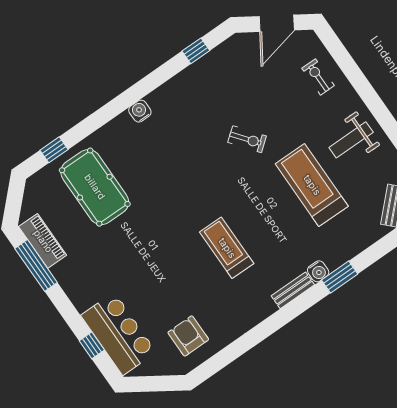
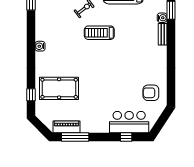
treadmill: (227, 248) -> (99, 33), moved

